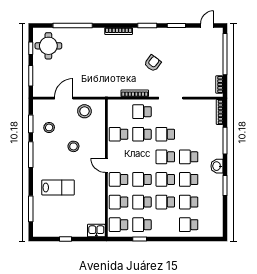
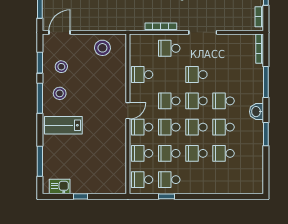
door: (64, 98) -> (60, 32), moved
school desk: (142, 134) -> (169, 101), moved
stool: (73, 146) -> (60, 93), moved
door: (106, 165) -> (128, 111), swing flipped
lab bench: (58, 188) -> (63, 125), moved, turned 180
school desk: (189, 225) -> (224, 180), removed
kitchen sink: (96, 231) -> (60, 187), moved

